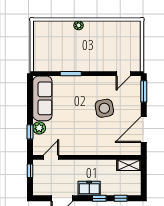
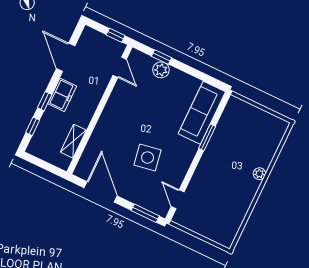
sofa: (42, 98) -> (202, 113), moved, turned 90
shelving: (129, 165) -> (73, 141), moved

